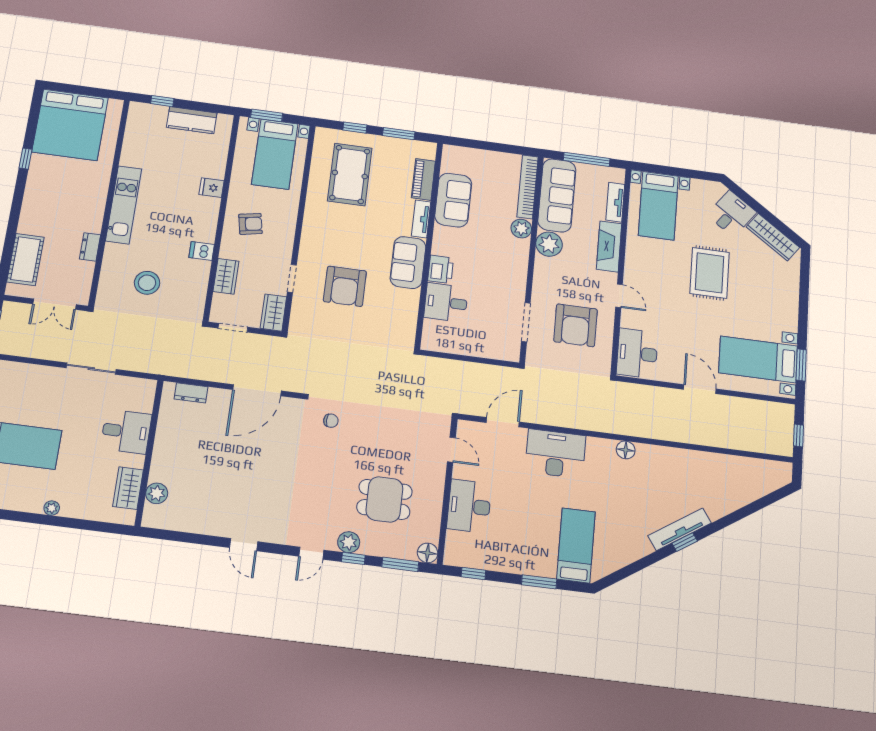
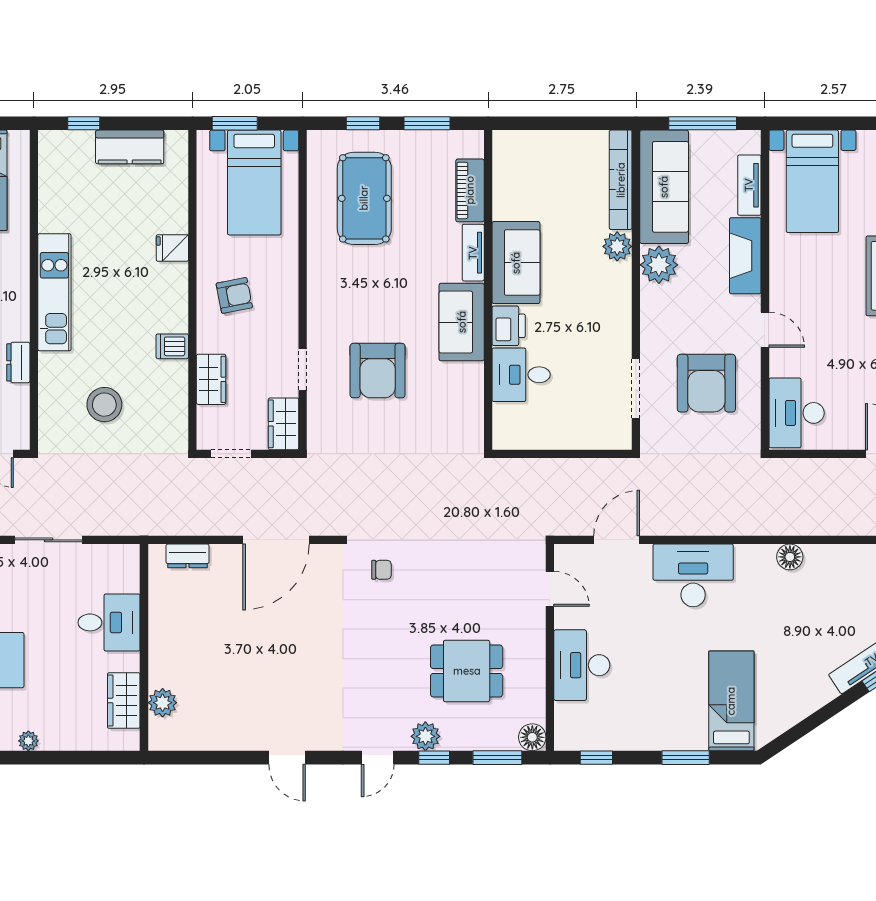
sofa: (453, 200) -> (516, 263), moved

